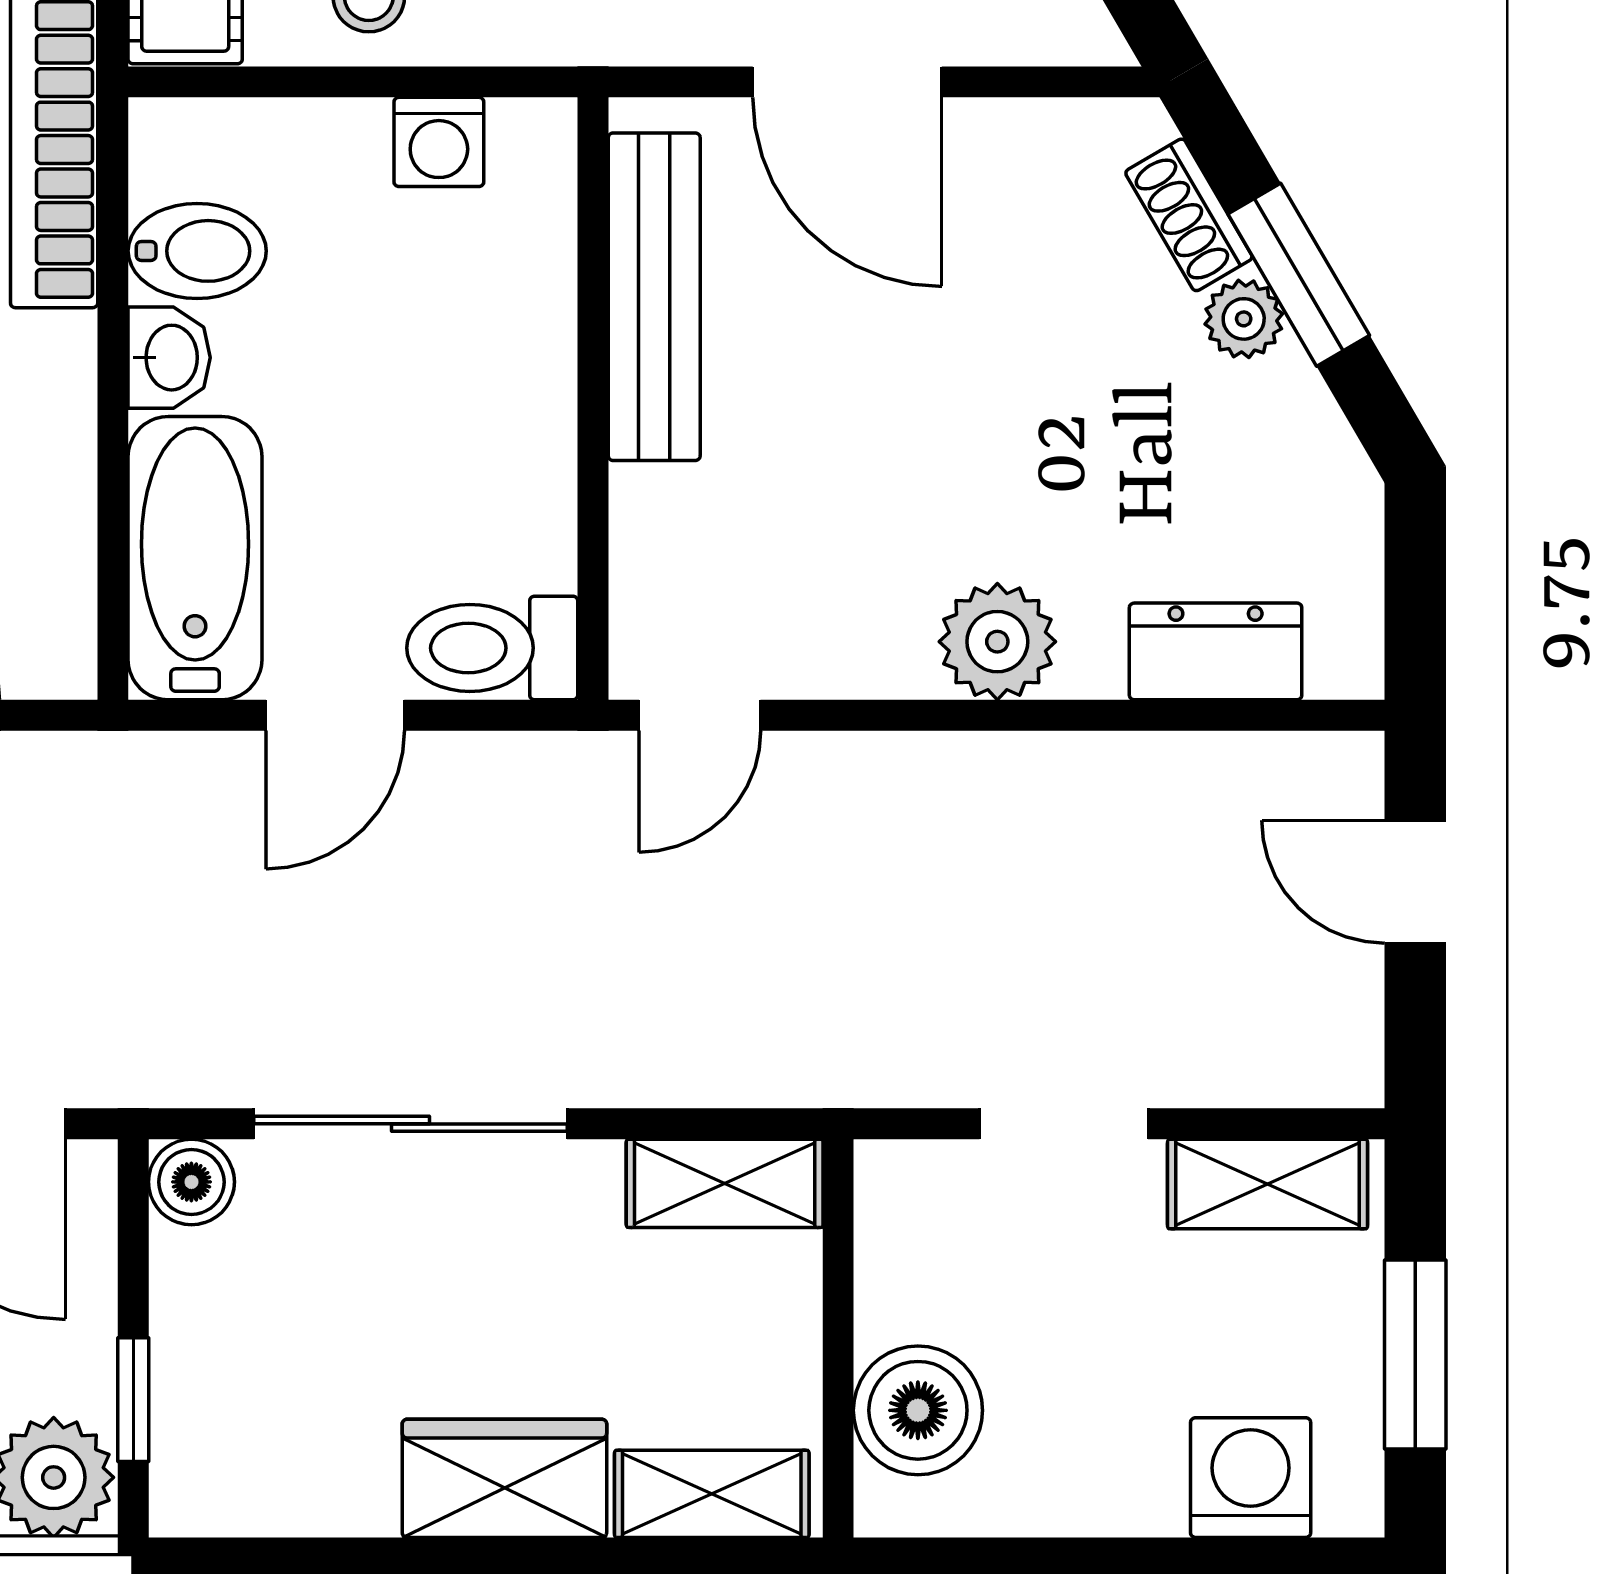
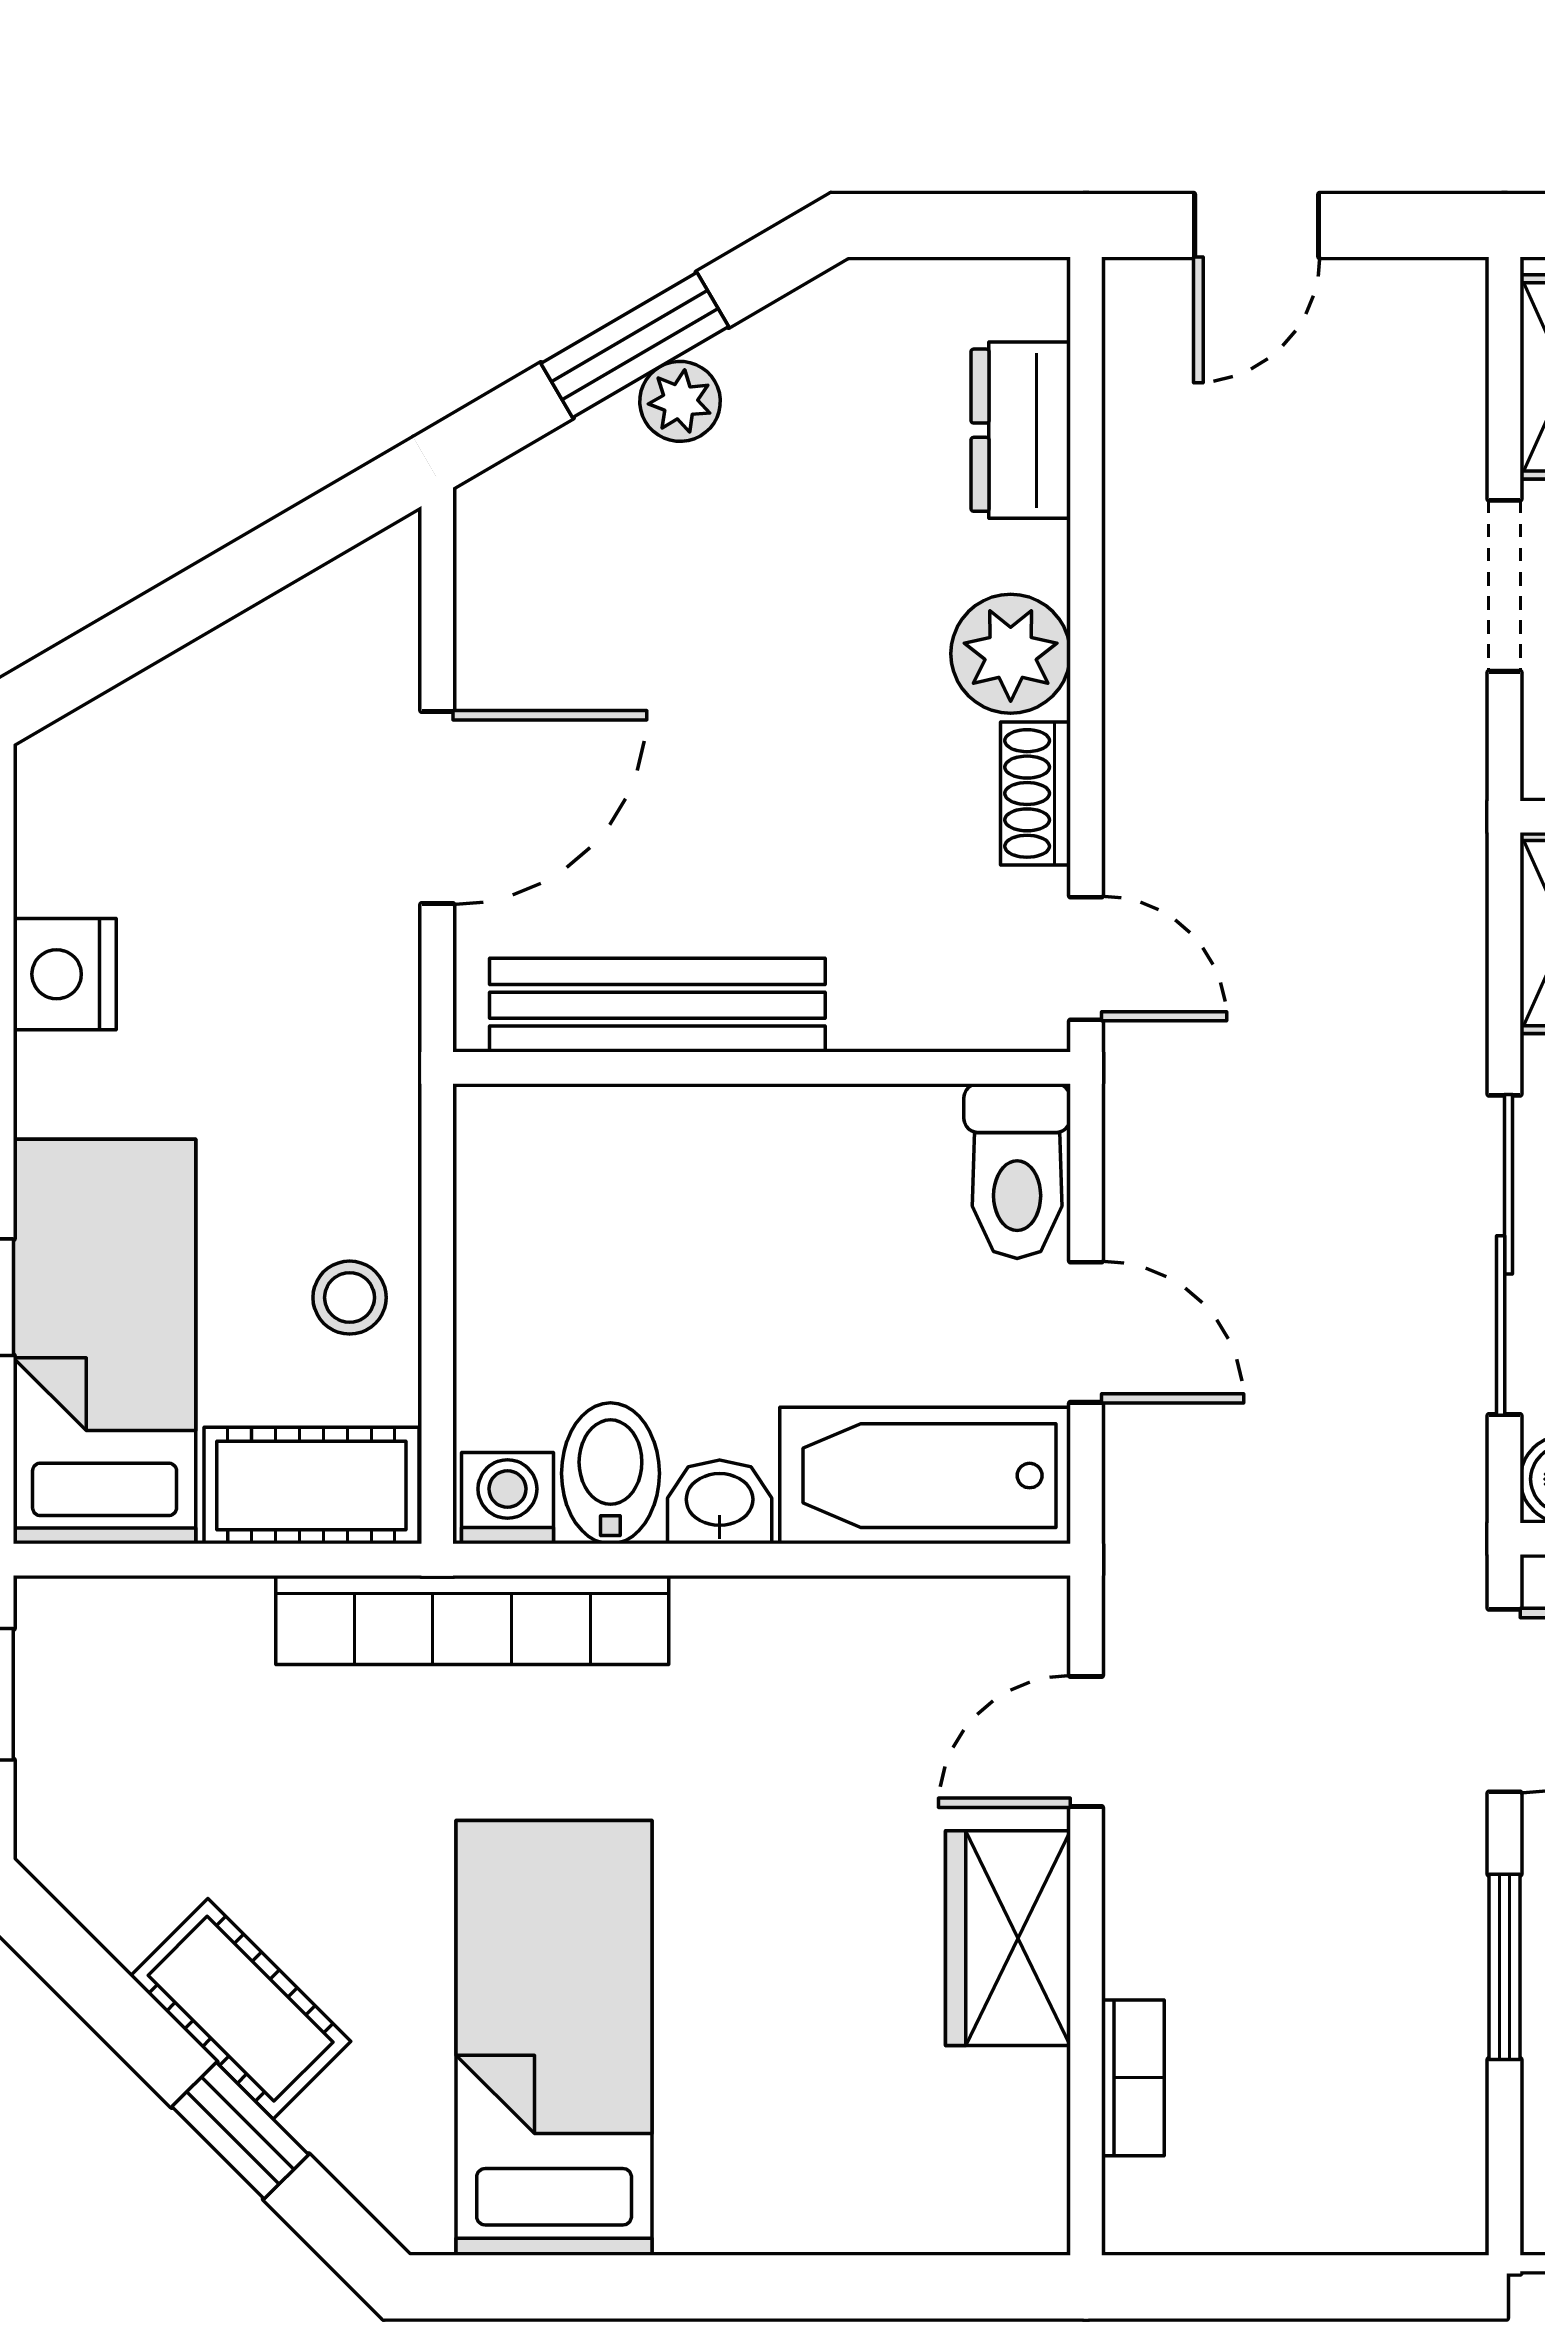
washing machine: (439, 142) -> (507, 1498), moved, turned -90
shoe rack: (1189, 215) -> (1035, 793), moved, turned 120

